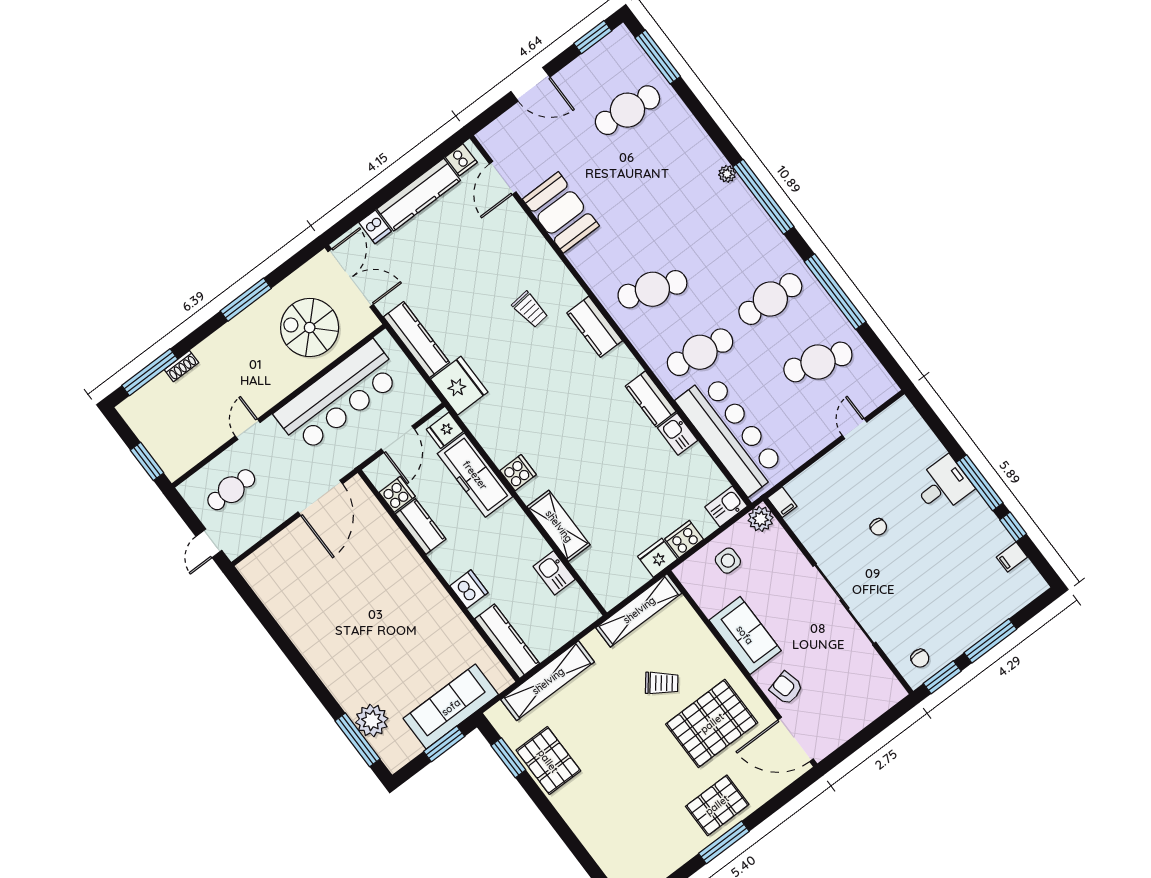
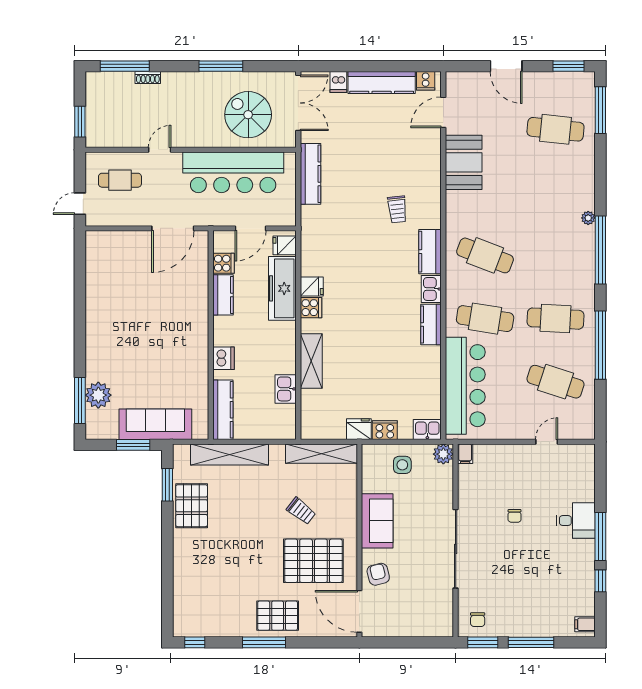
fridge: (459, 386) -> (312, 287), moved, width x0.53, depth x0.75
kitchen sink: (678, 434) -> (431, 289), moved
filing cabinet: (1012, 557) -> (585, 624), moved

